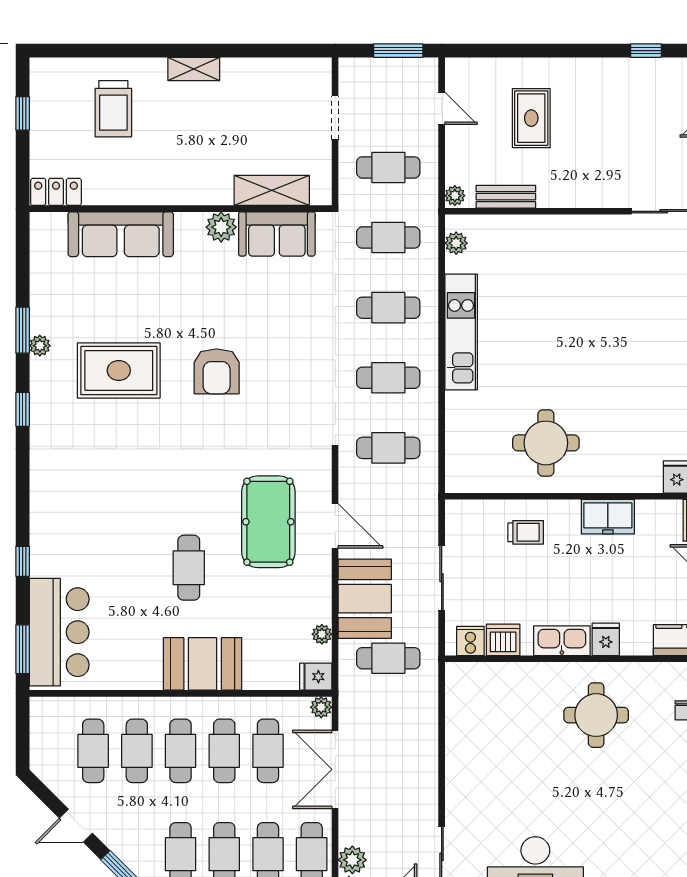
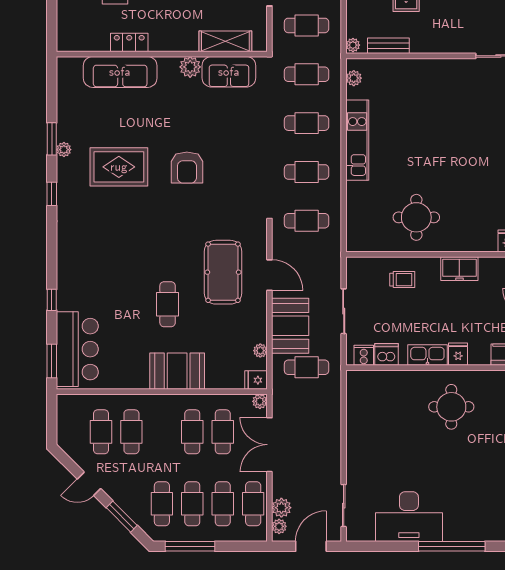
locker: (56, 192) -> (129, 42), moved
cafe table: (181, 751) -> (162, 432), removed

